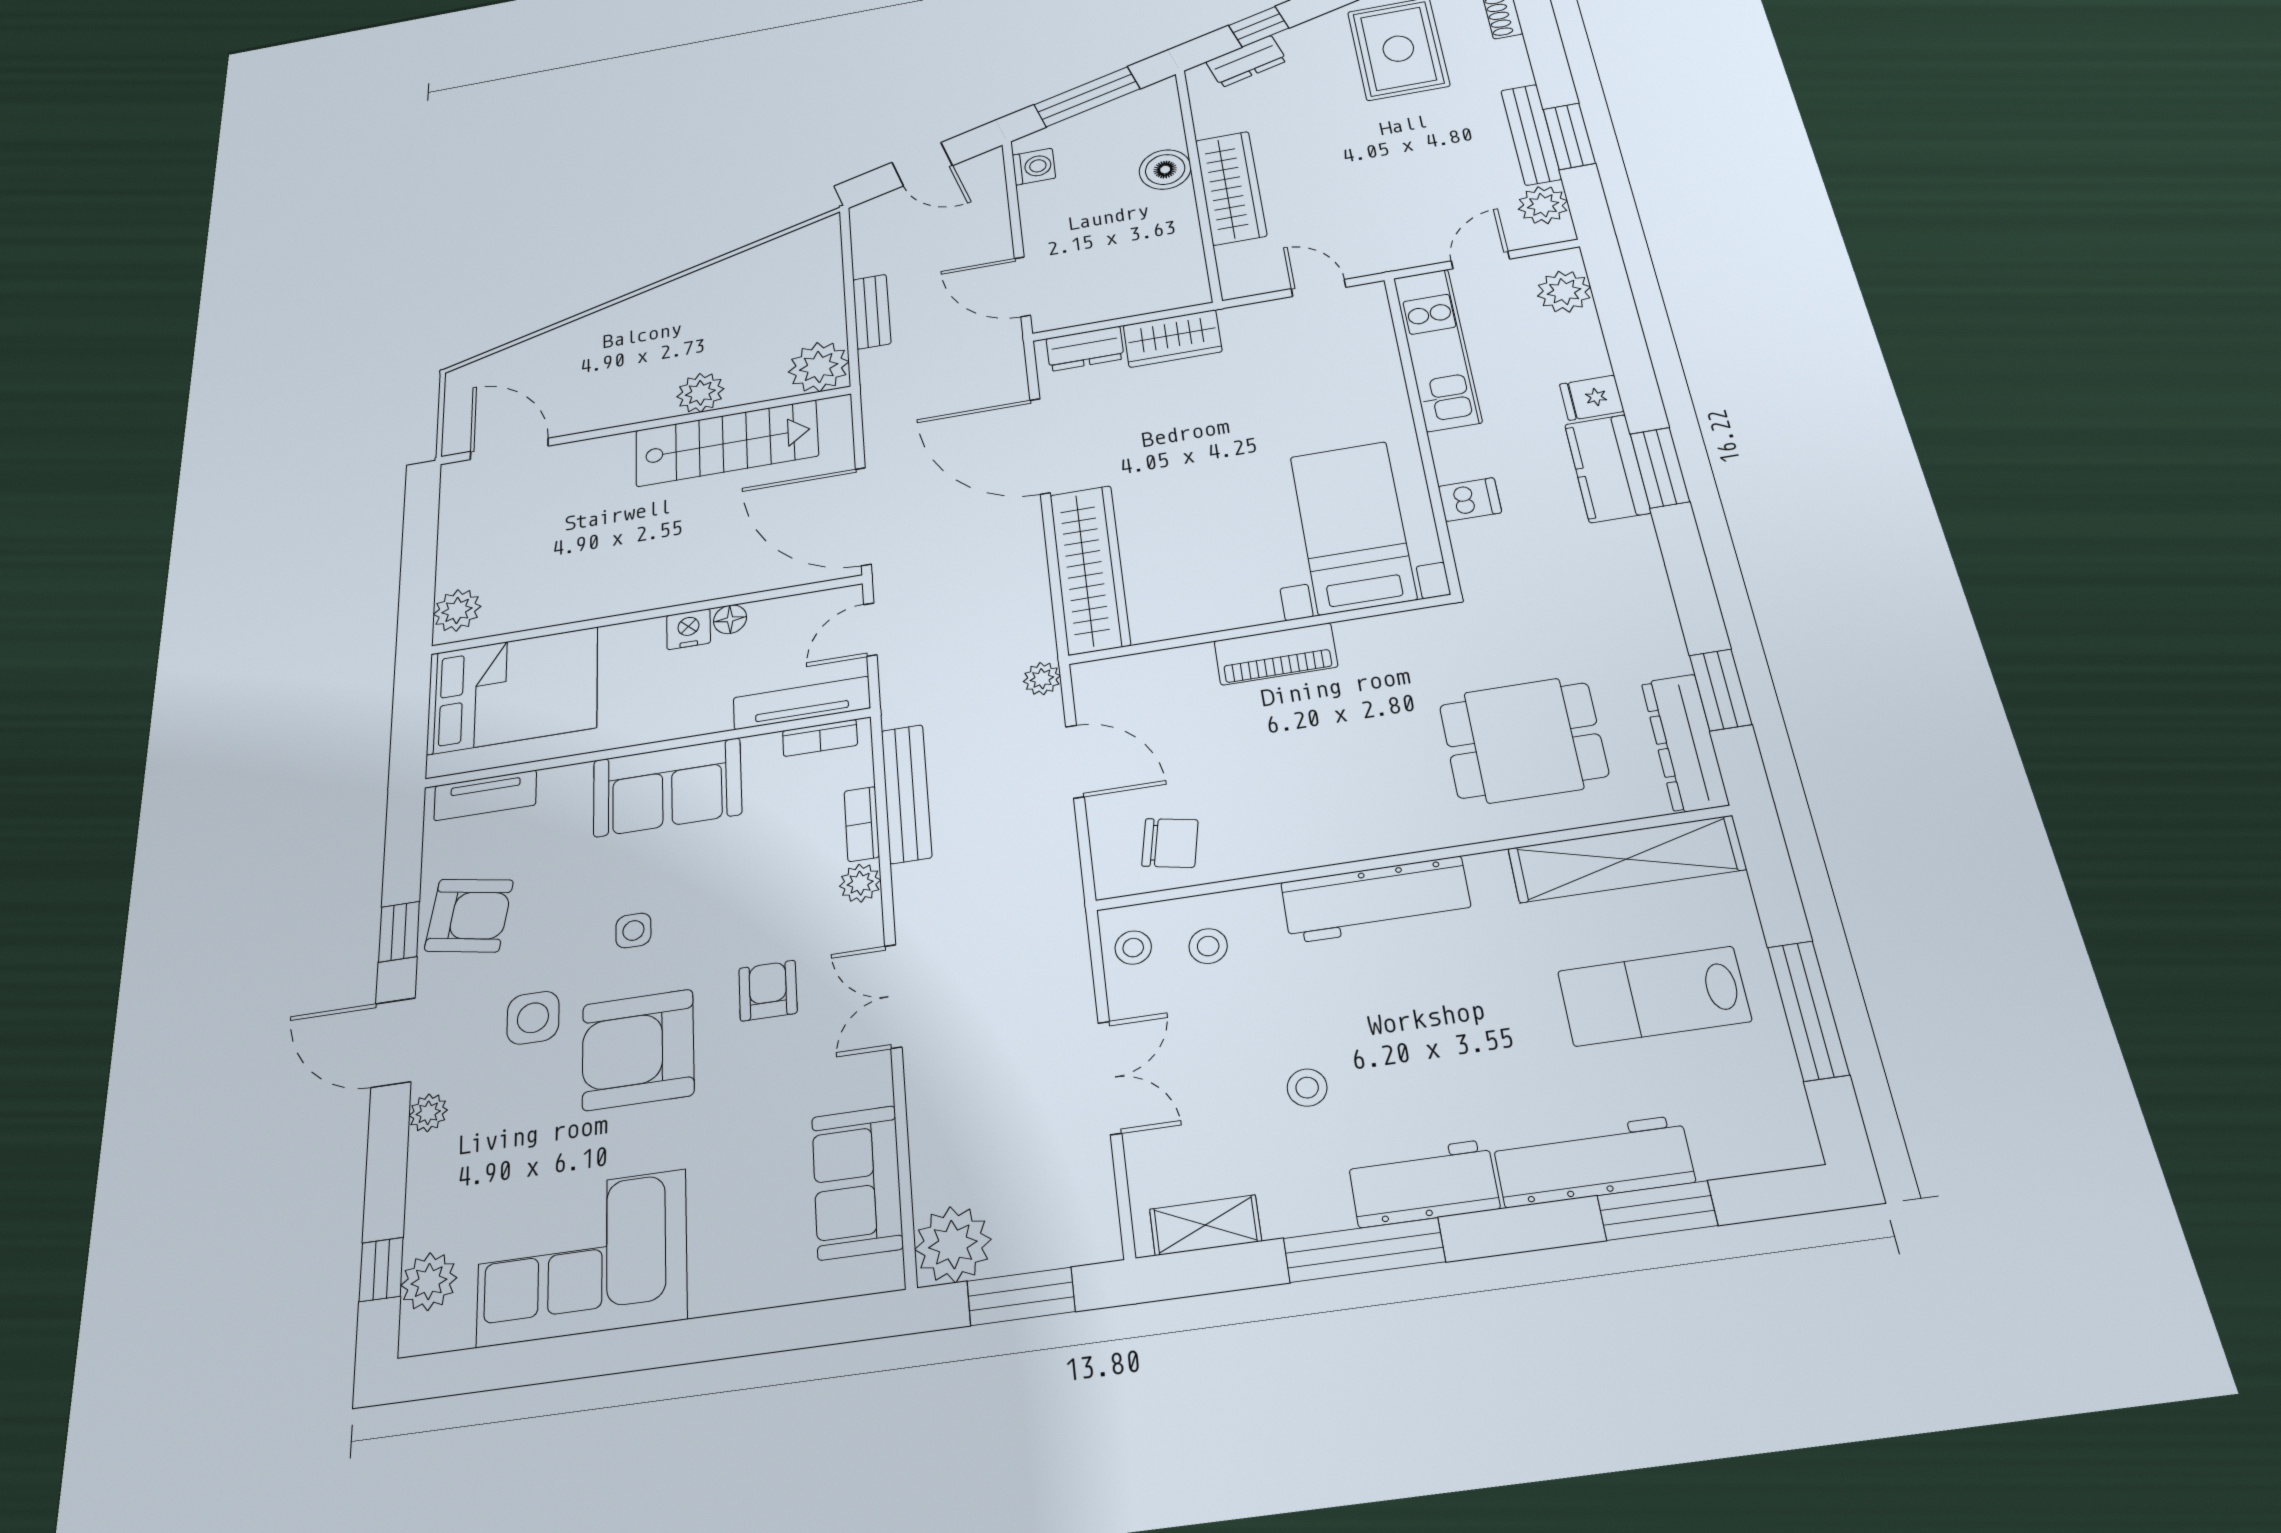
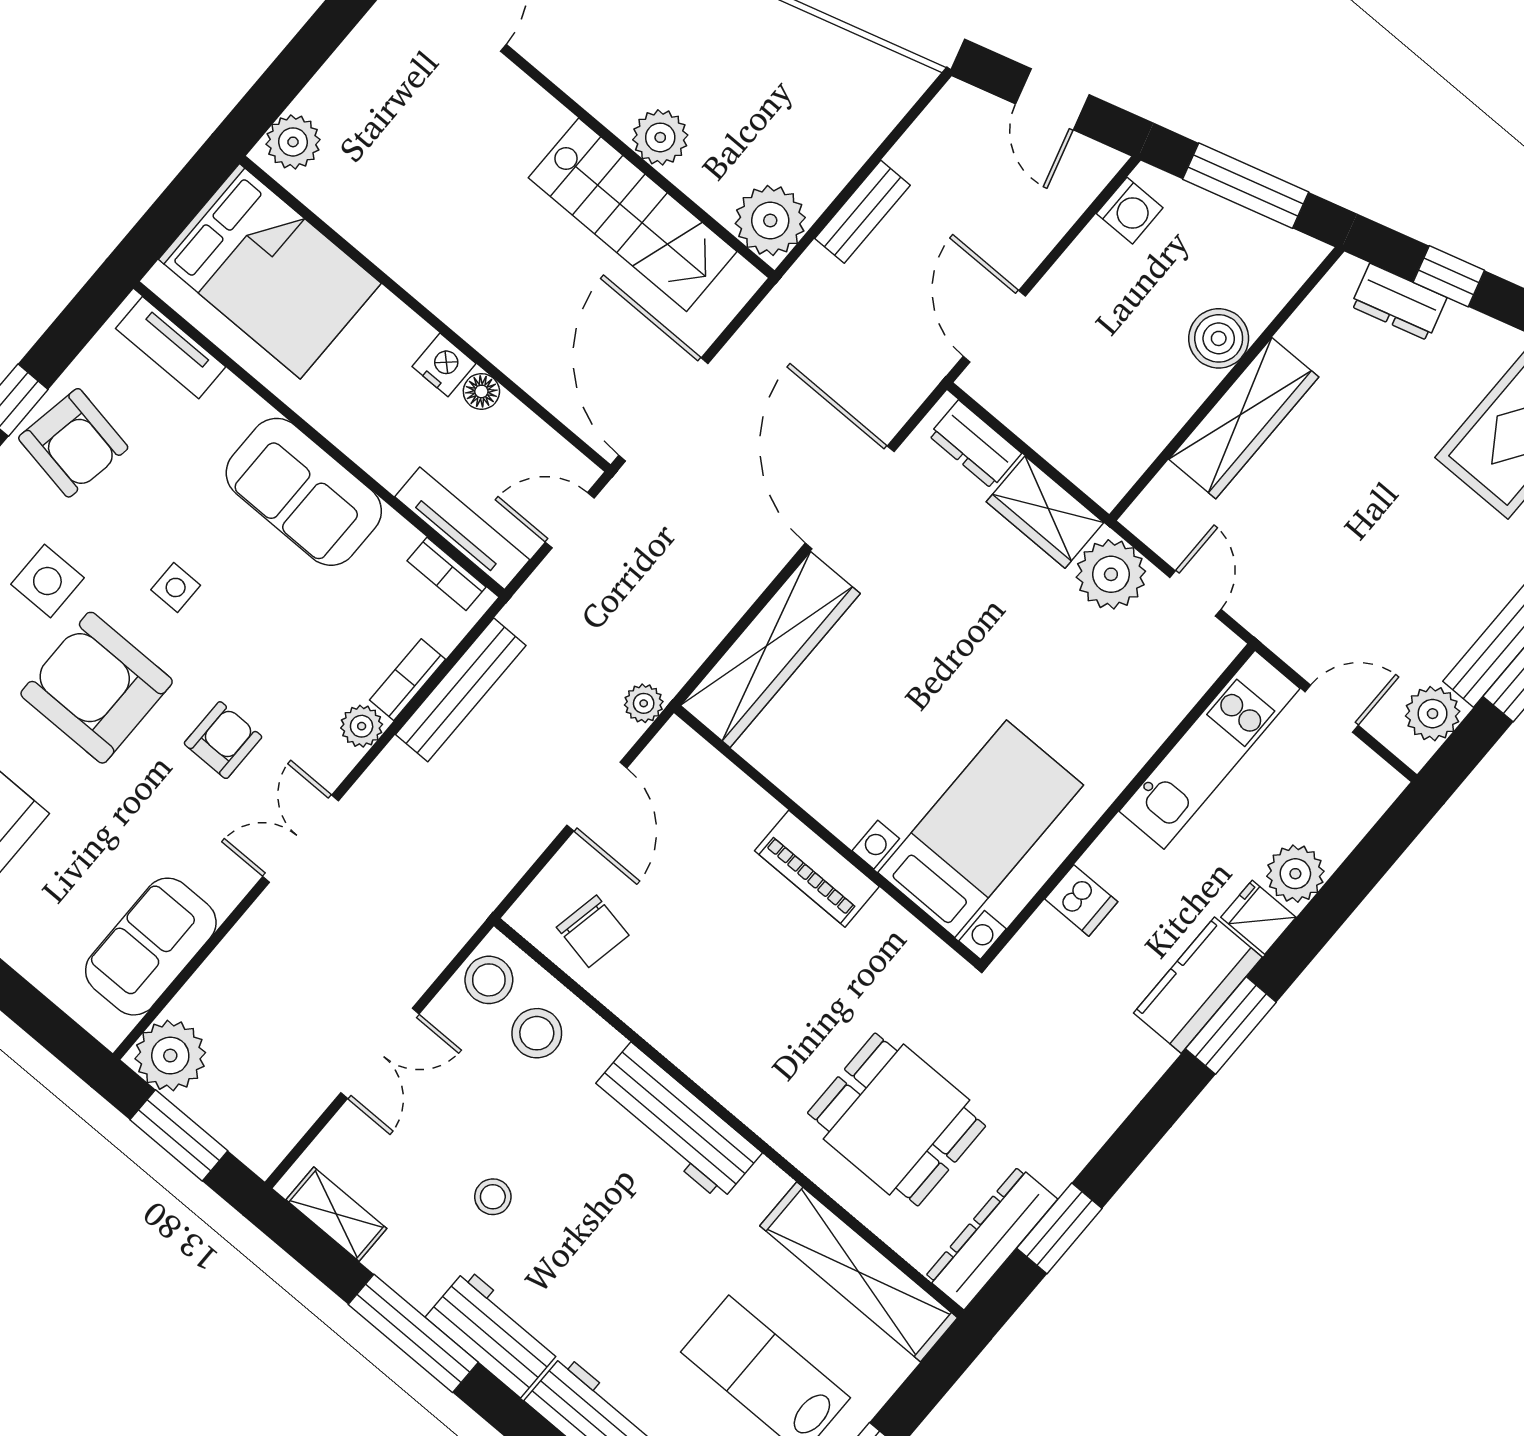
plant: (1564, 292) -> (1295, 874), moved
plant: (1254, 328) -> (1111, 574), added
stool: (1208, 946) -> (537, 1033), width x1.37, depth x1.37
stool: (1133, 948) -> (489, 980), width x1.37, depth x1.37

